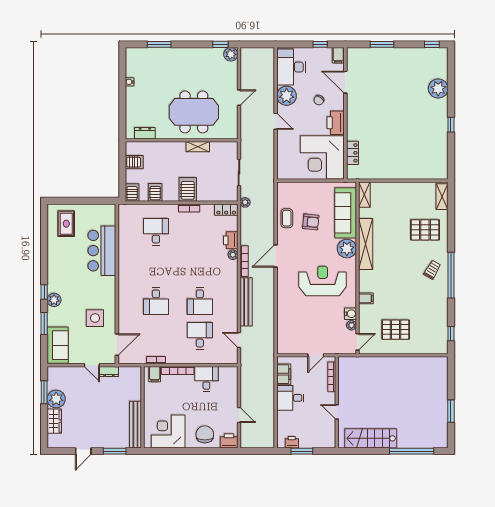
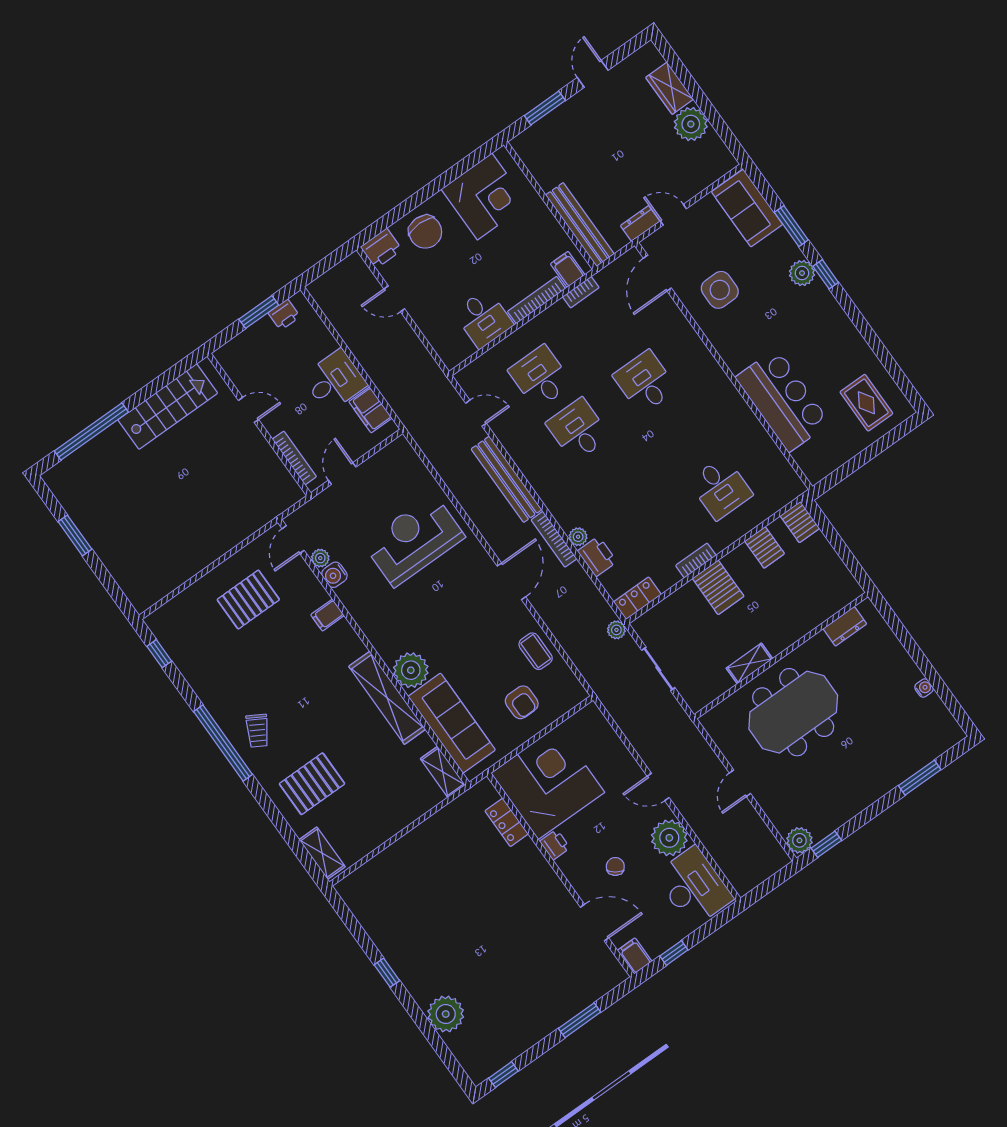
printer: (336, 123) -> (555, 845), width x0.53, depth x0.68
server rack: (134, 162) -> (830, 571), removed
armchair: (311, 222) -> (522, 702), moved, turned -96
reception desk: (323, 281) -> (414, 540), moved, turned 180
desk: (200, 336) -> (540, 377), turned 180
window: (44, 392) -> (717, 121), removed
bench: (135, 425) -> (580, 224), moved

